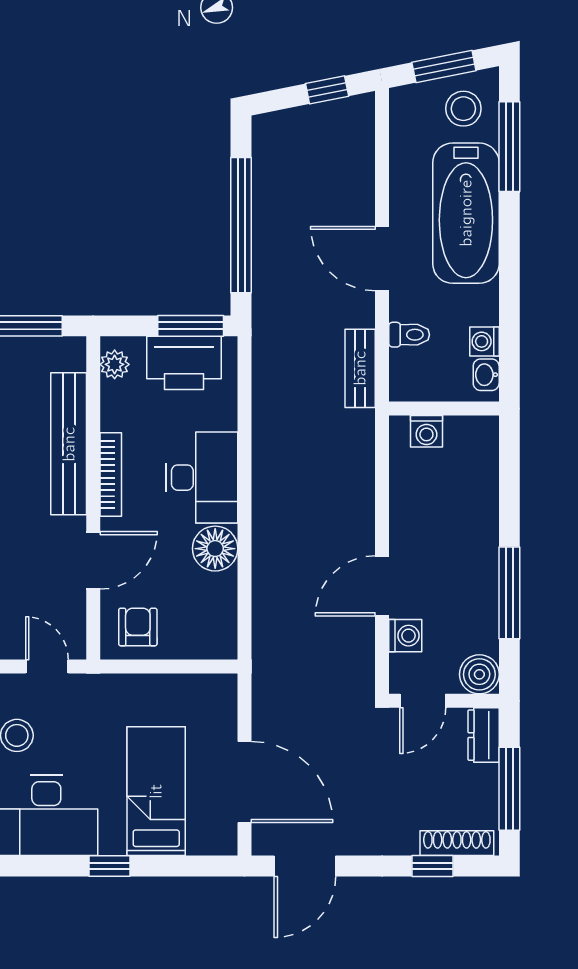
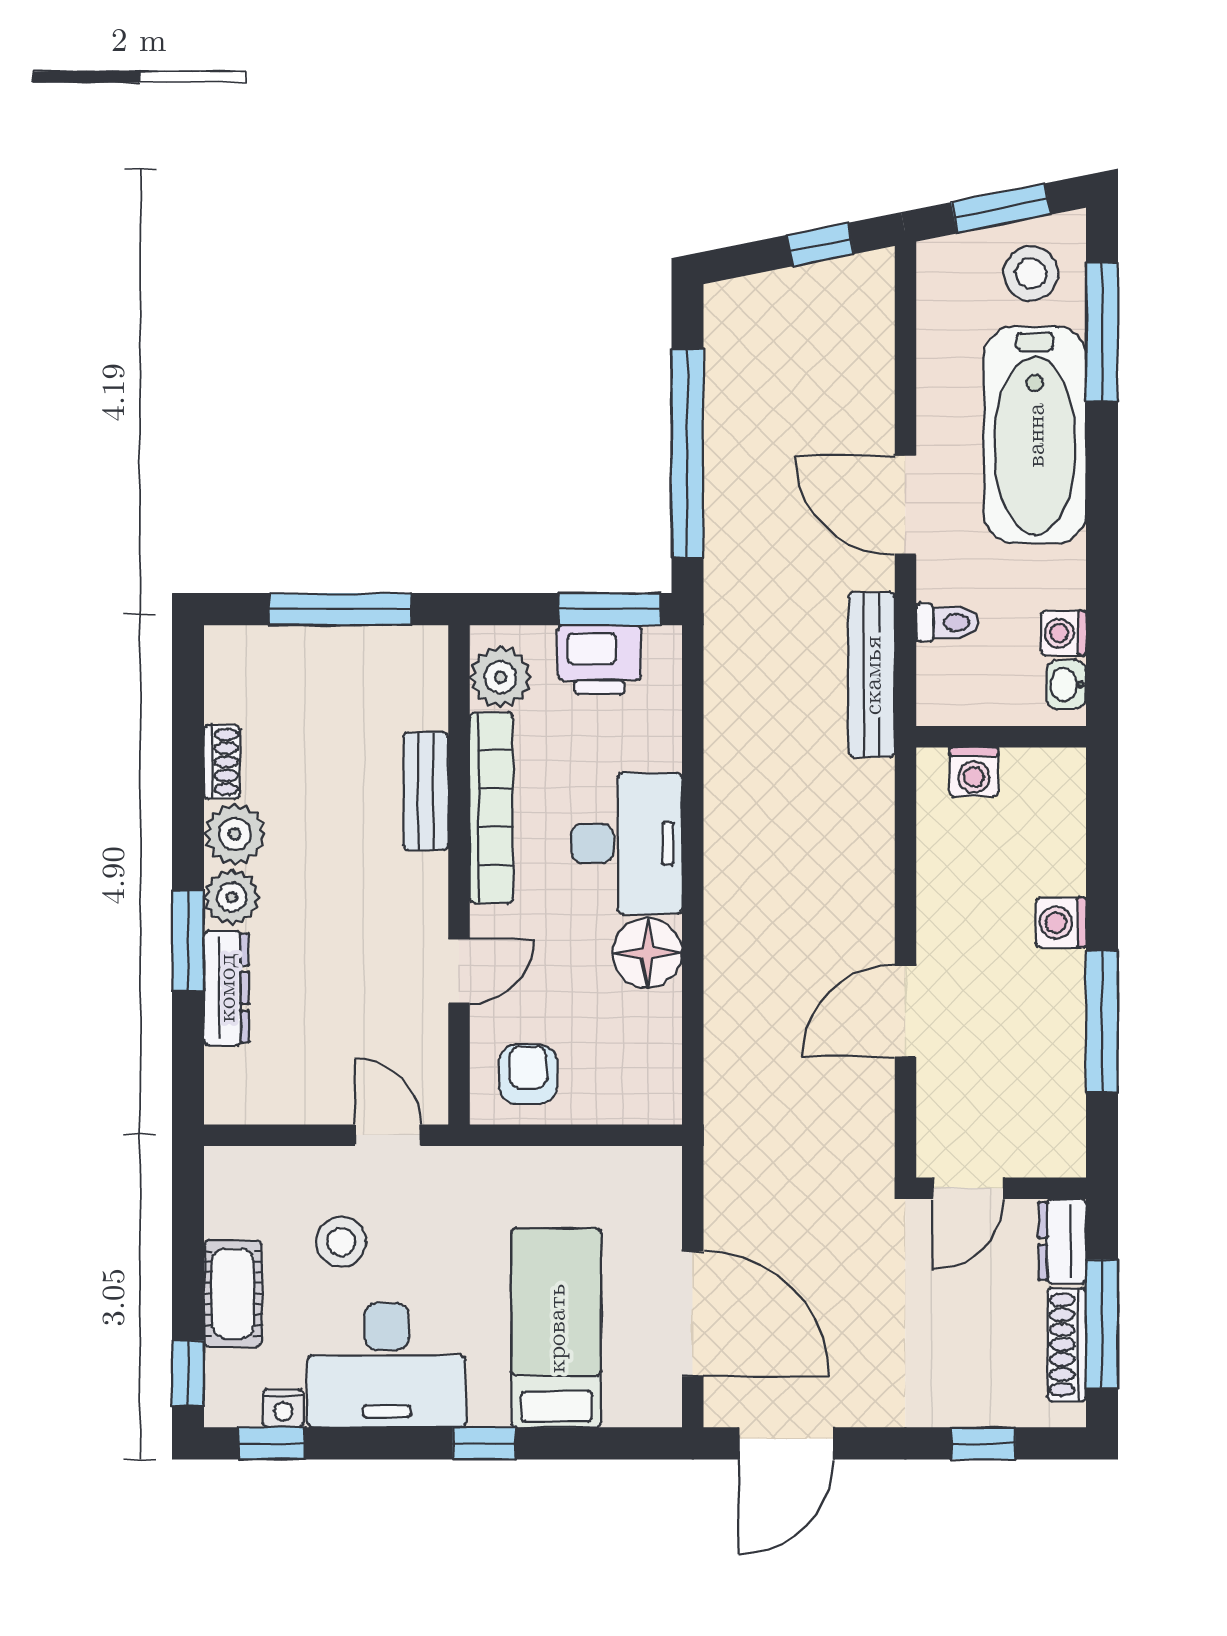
printer: (184, 363) -> (599, 660), width x0.73, depth x0.84
plant: (115, 364) -> (500, 677), width x1.38, depth x1.38
bench: (360, 368) -> (872, 675), width x1.36
bench: (69, 444) -> (426, 791), width x0.54, depth x0.82
bookcase: (111, 474) -> (491, 808), width x1.48, depth x1.31
door: (93, 560) -> (459, 971), width x0.73
washing machine: (405, 636) -> (1061, 923), moved, turned 180
boiler: (479, 674) -> (1056, 1147), removed
shoe rack: (457, 843) -> (1067, 1345), moved, turned -90

